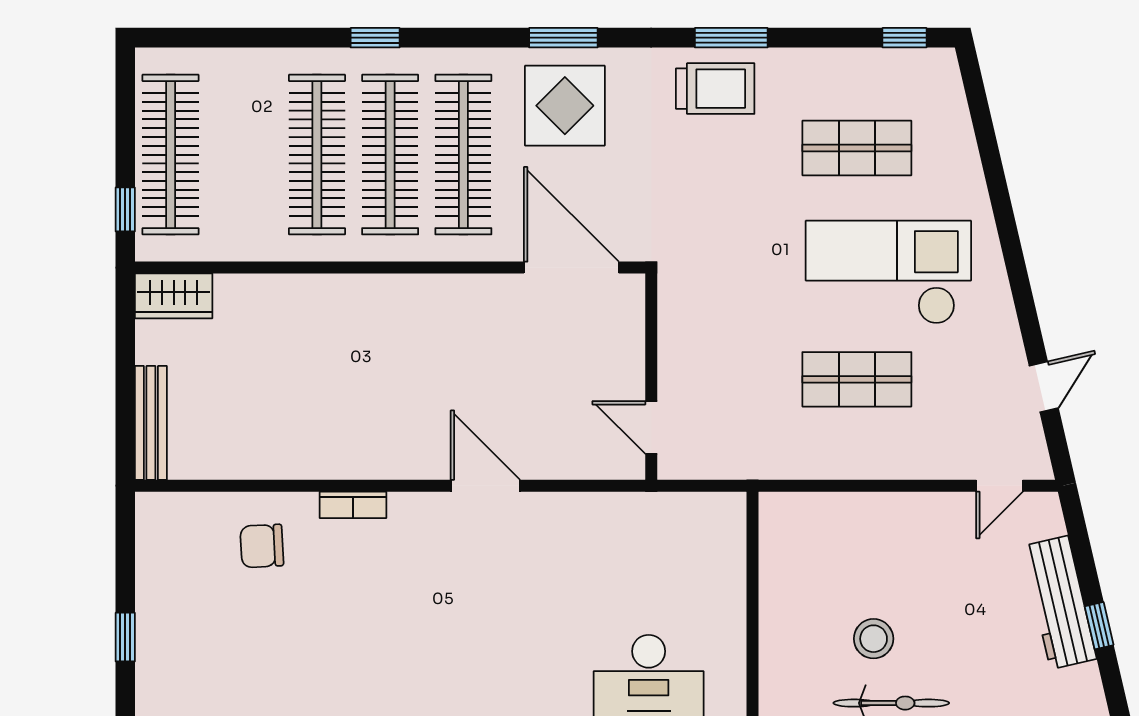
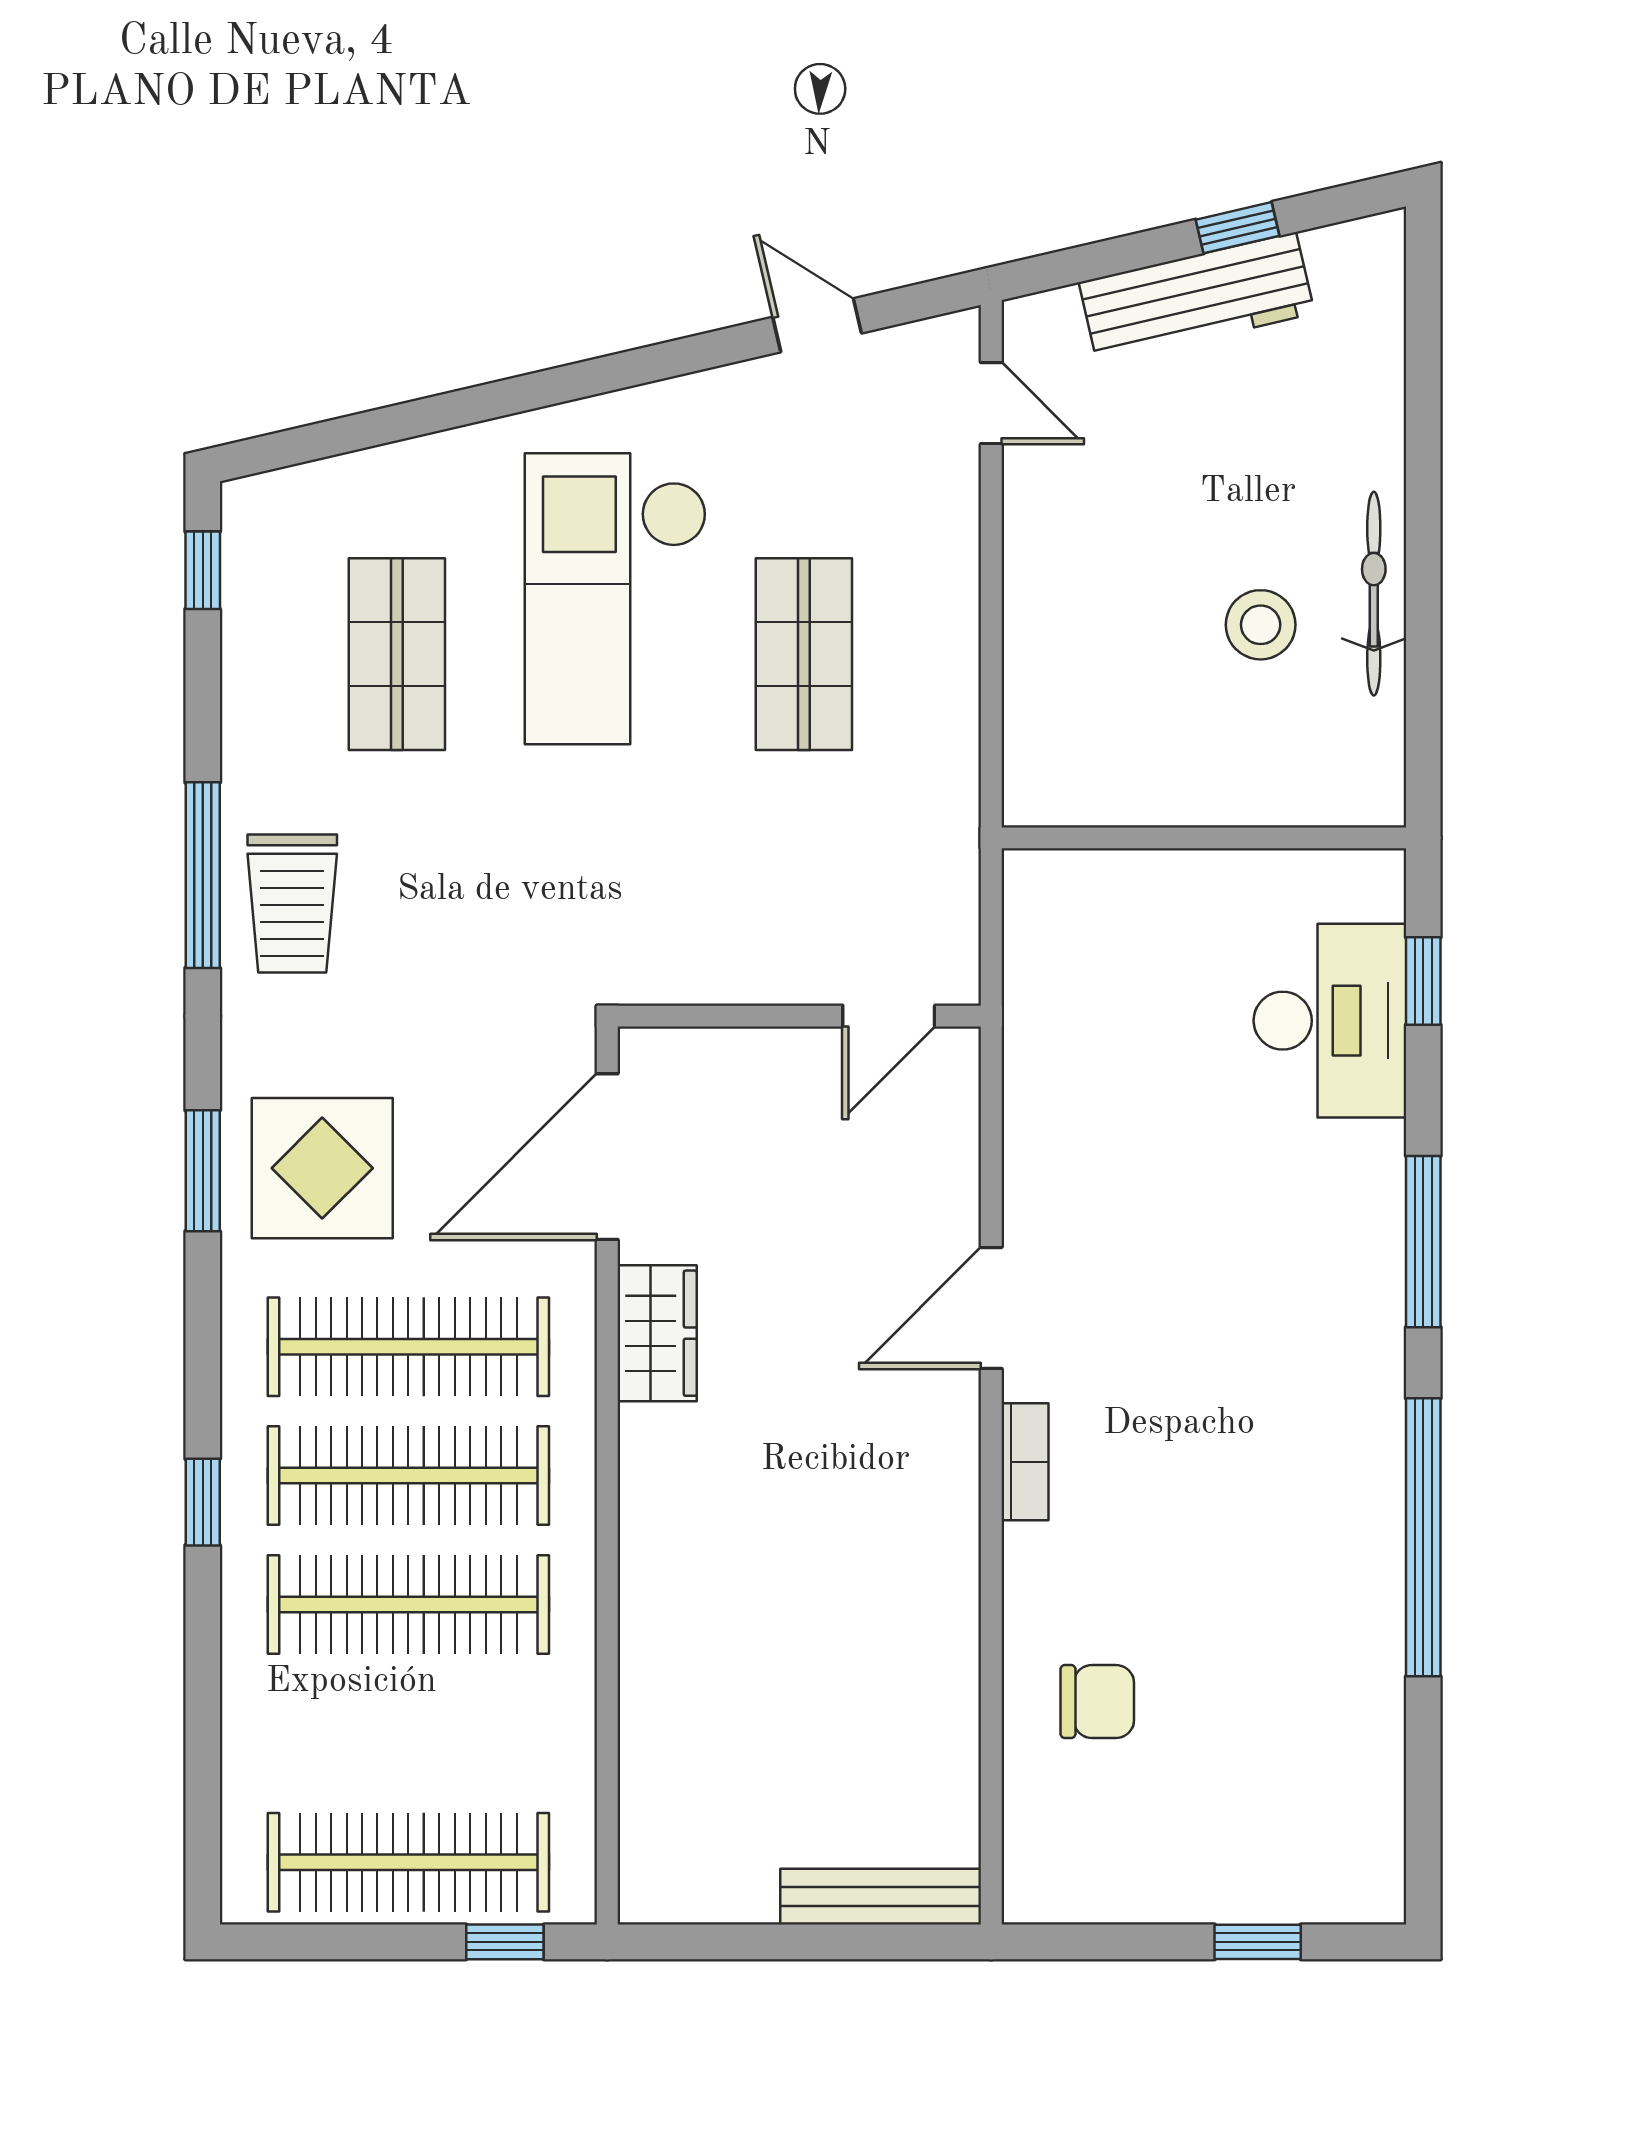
window: (731, 38) -> (203, 875), width x1.44
trolley: (715, 89) -> (292, 903), turned 180
wardrobe: (174, 296) -> (657, 1333), moved
bookcase: (353, 505) -> (1025, 1462), moved
chair: (262, 546) -> (1097, 1702), turned -87

